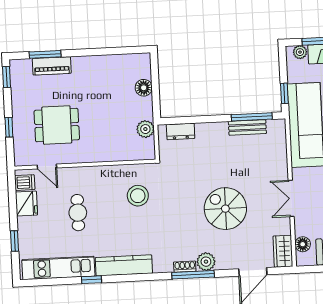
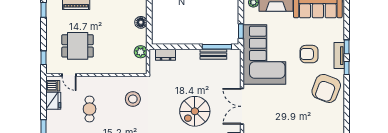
window: (9, 127) -> (43, 58), moved
double door: (291, 198) -> (242, 106), width x1.37
spiral stairs: (225, 209) -> (195, 111), turned -90

